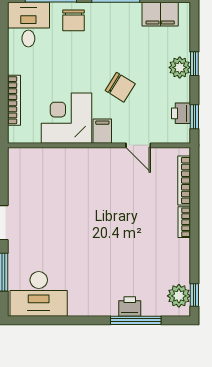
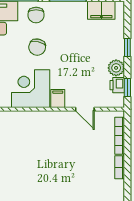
plant: (180, 67) -> (116, 68), moved
chair: (120, 87) -> (37, 47), moved, turned 71

